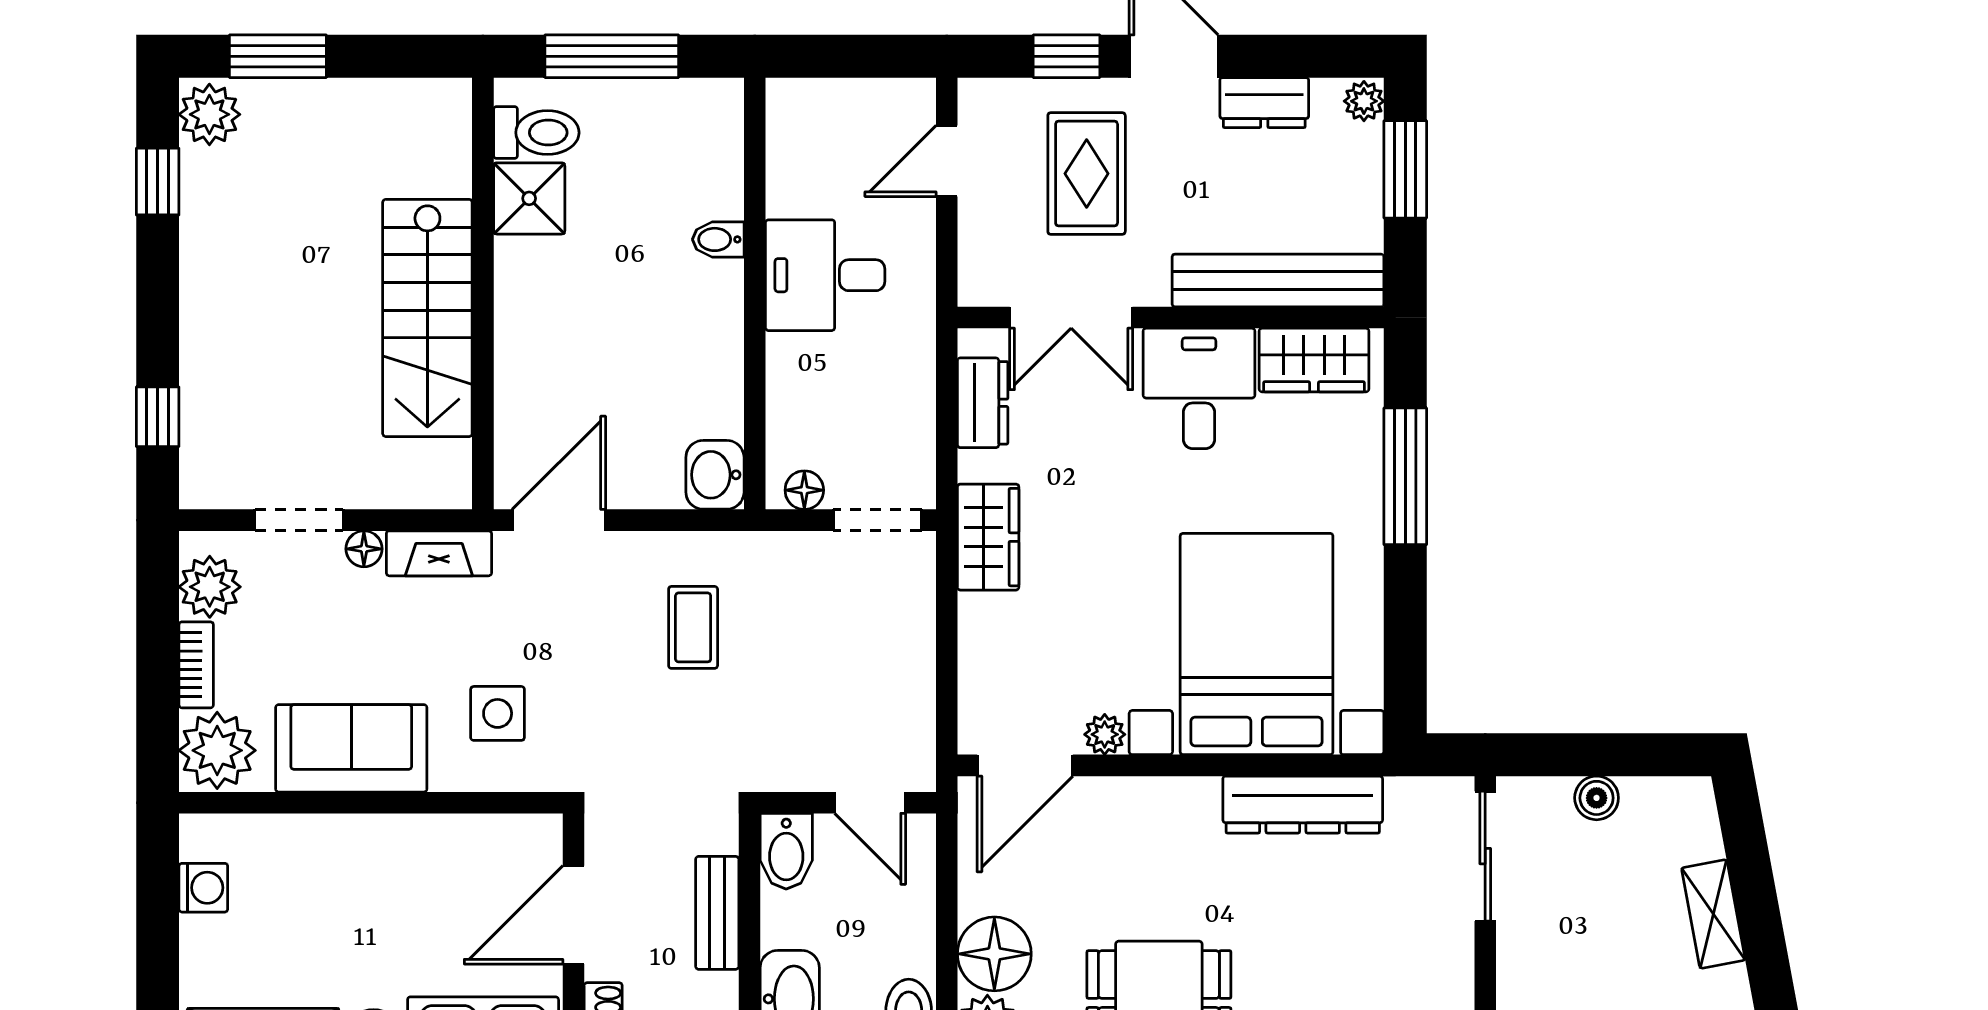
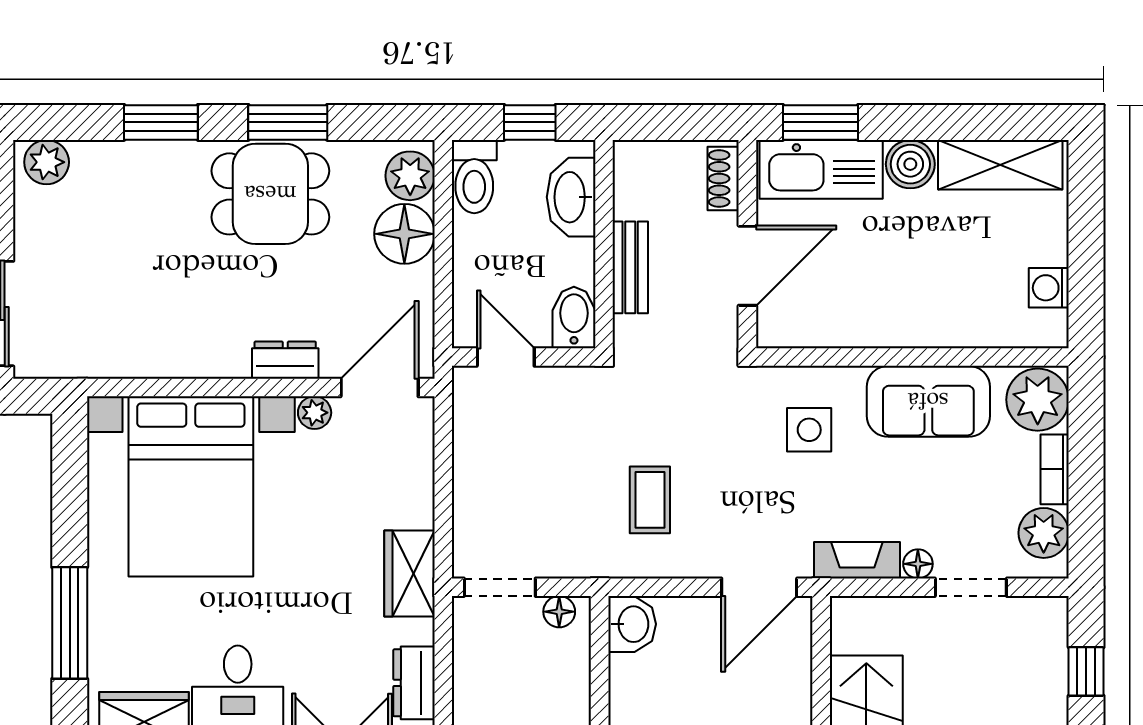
dresser: (1303, 805) -> (285, 360), moved, width x0.51, depth x0.80

